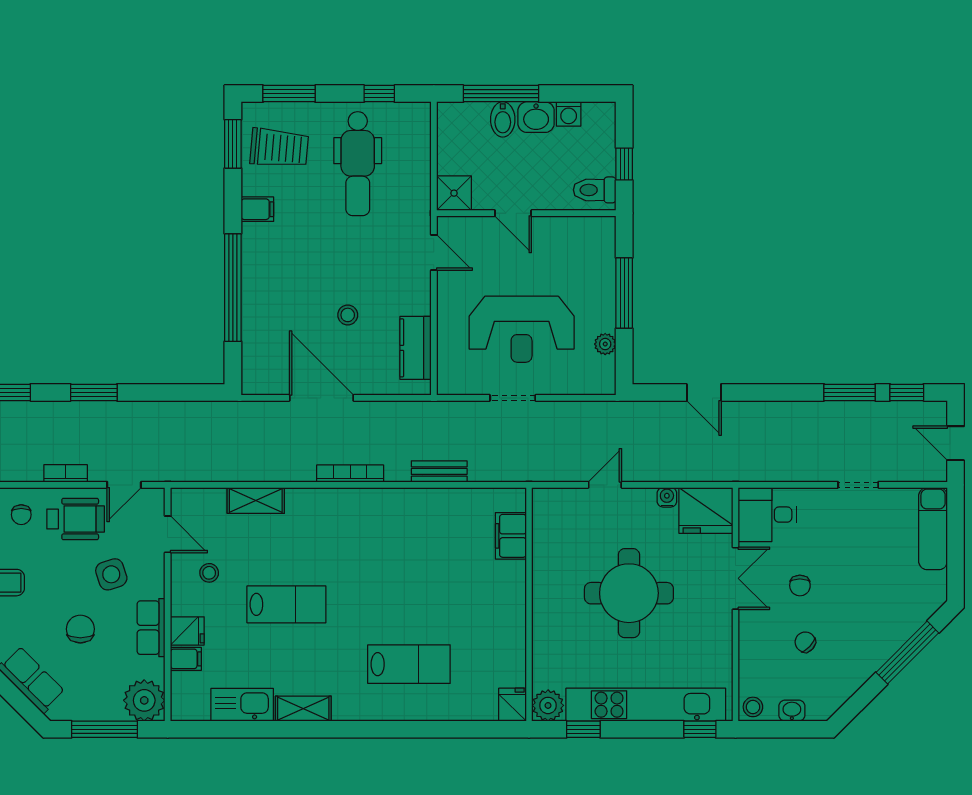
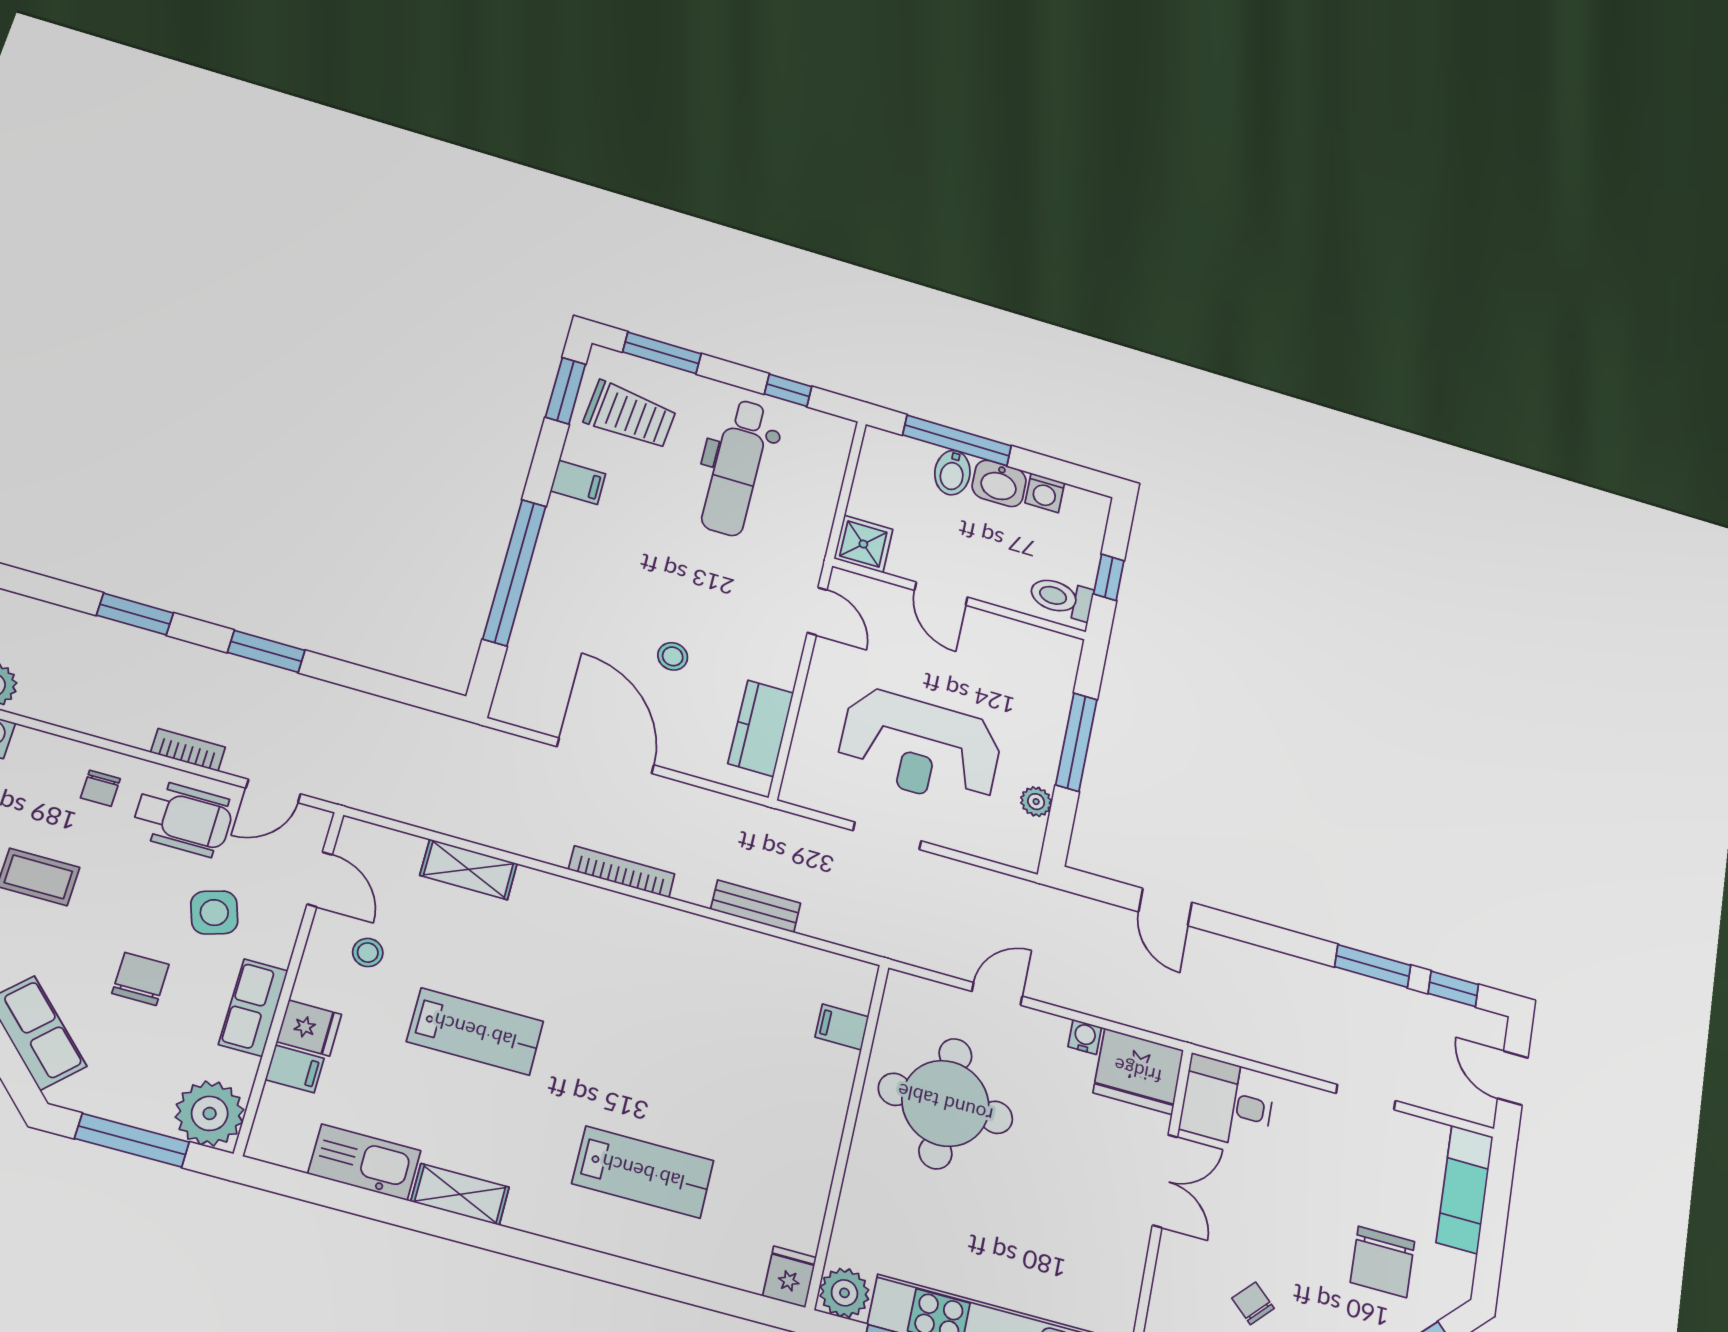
filing cabinet: (511, 536) -> (842, 1027), width x0.50
chair: (800, 585) -> (1382, 1262), moved, width x1.87, depth x1.87
round table: (629, 593) -> (945, 1103), moved

